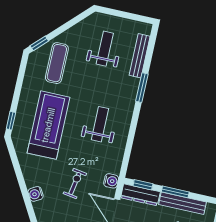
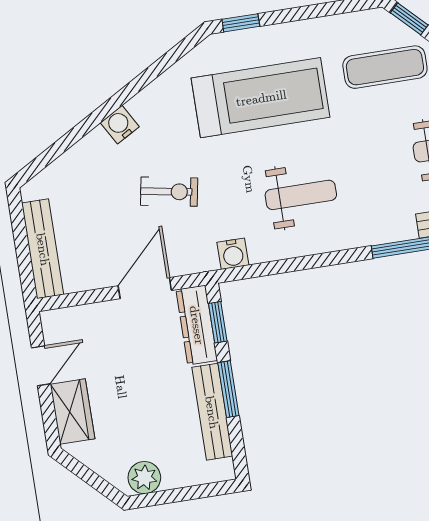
water cooler: (111, 181) -> (233, 254), moved

